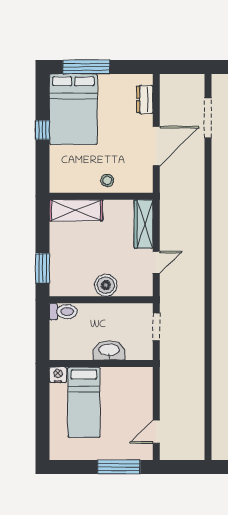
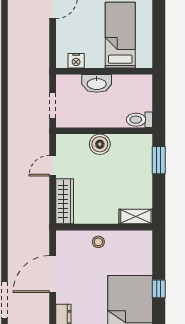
shelving: (76, 210) -> (136, 217), width x0.67, depth x0.75
nightstand: (58, 375) -> (76, 61), moved

